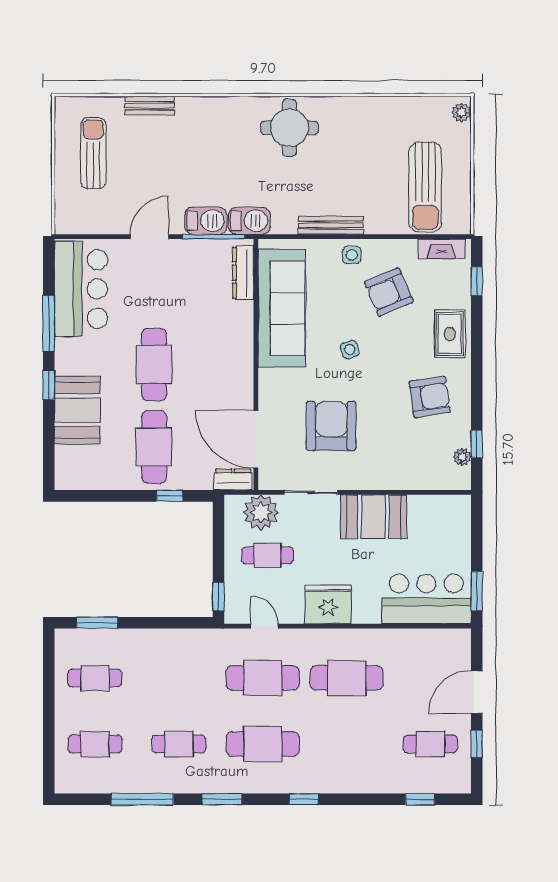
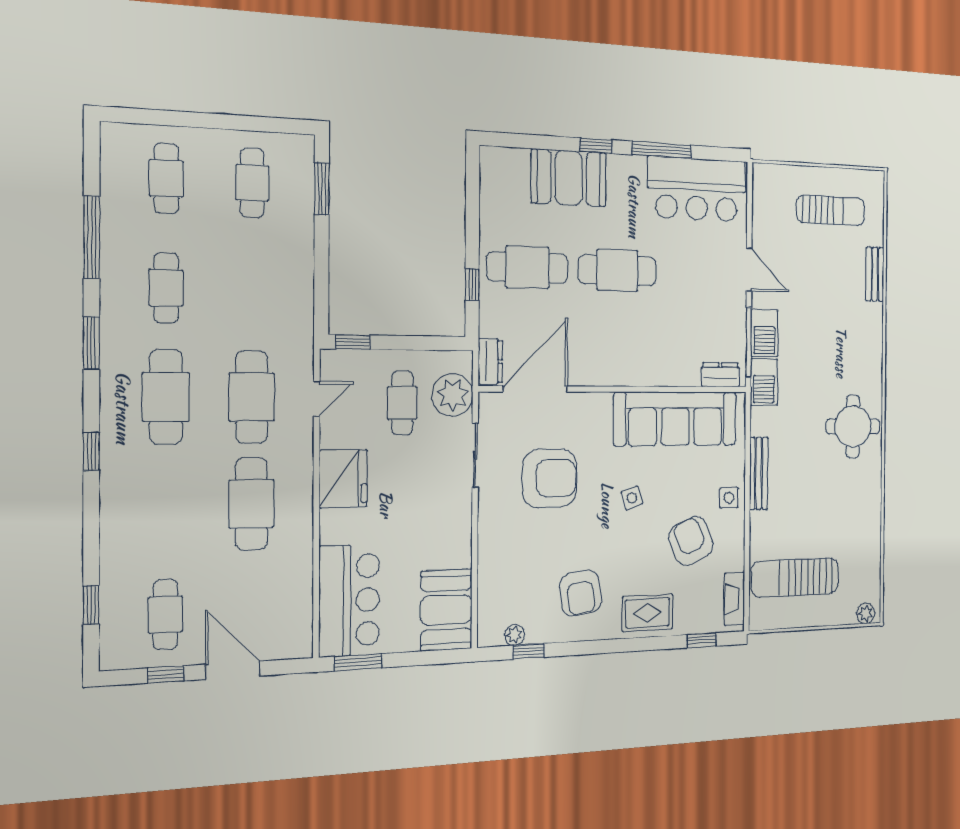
dresser: (243, 273) -> (720, 375), width x0.70
booth: (373, 517) -> (446, 610), moved

